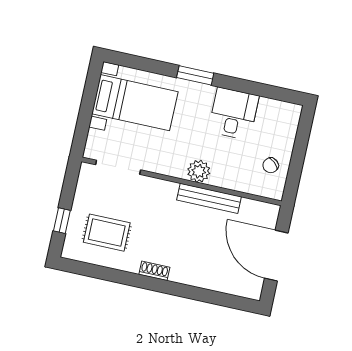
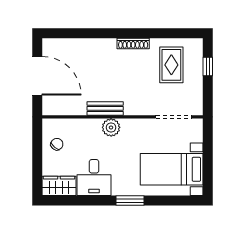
wardrobe: (279, 113) -> (59, 186), added
bench: (209, 198) -> (105, 108), width x0.73
rug: (107, 233) -> (171, 65), turned 90
shoe rack: (154, 271) -> (133, 43), width x1.43

